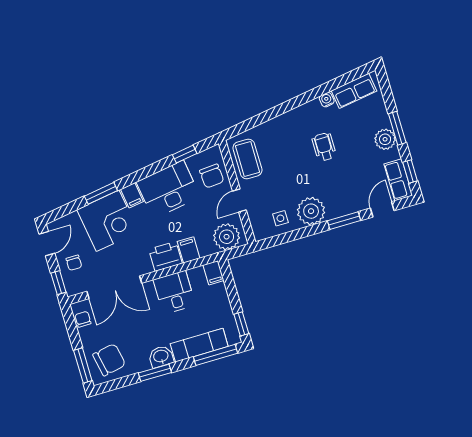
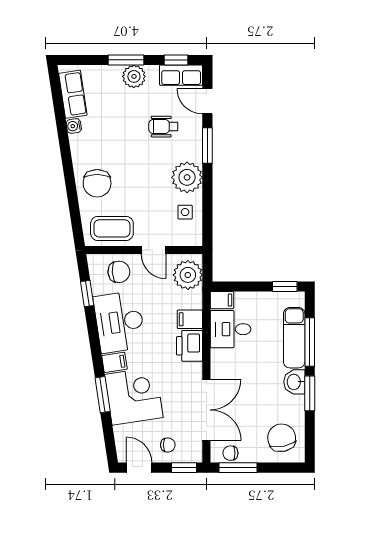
chair: (283, 135) -> (97, 183), added
wheelchair: (324, 147) -> (163, 127), moved
desk: (174, 292) -> (231, 329), moved
window: (216, 355) -> (310, 342), moved
window: (83, 366) -> (238, 468), moved

